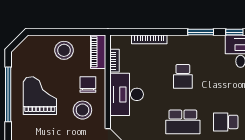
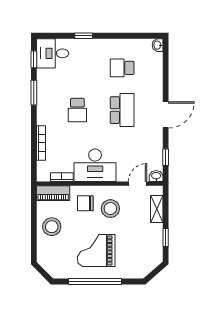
school desk: (183, 76) -> (77, 110), turned 90
school desk: (226, 122) -> (122, 68), turned 90

